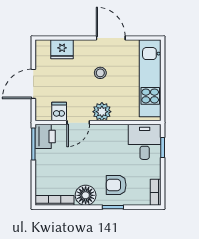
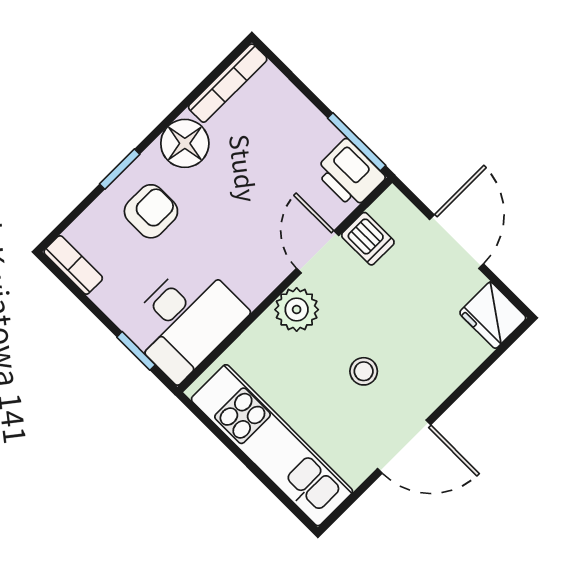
fridge: (62, 49) -> (493, 315), moved, turned -90
desk: (145, 142) -> (185, 320), width x1.37

